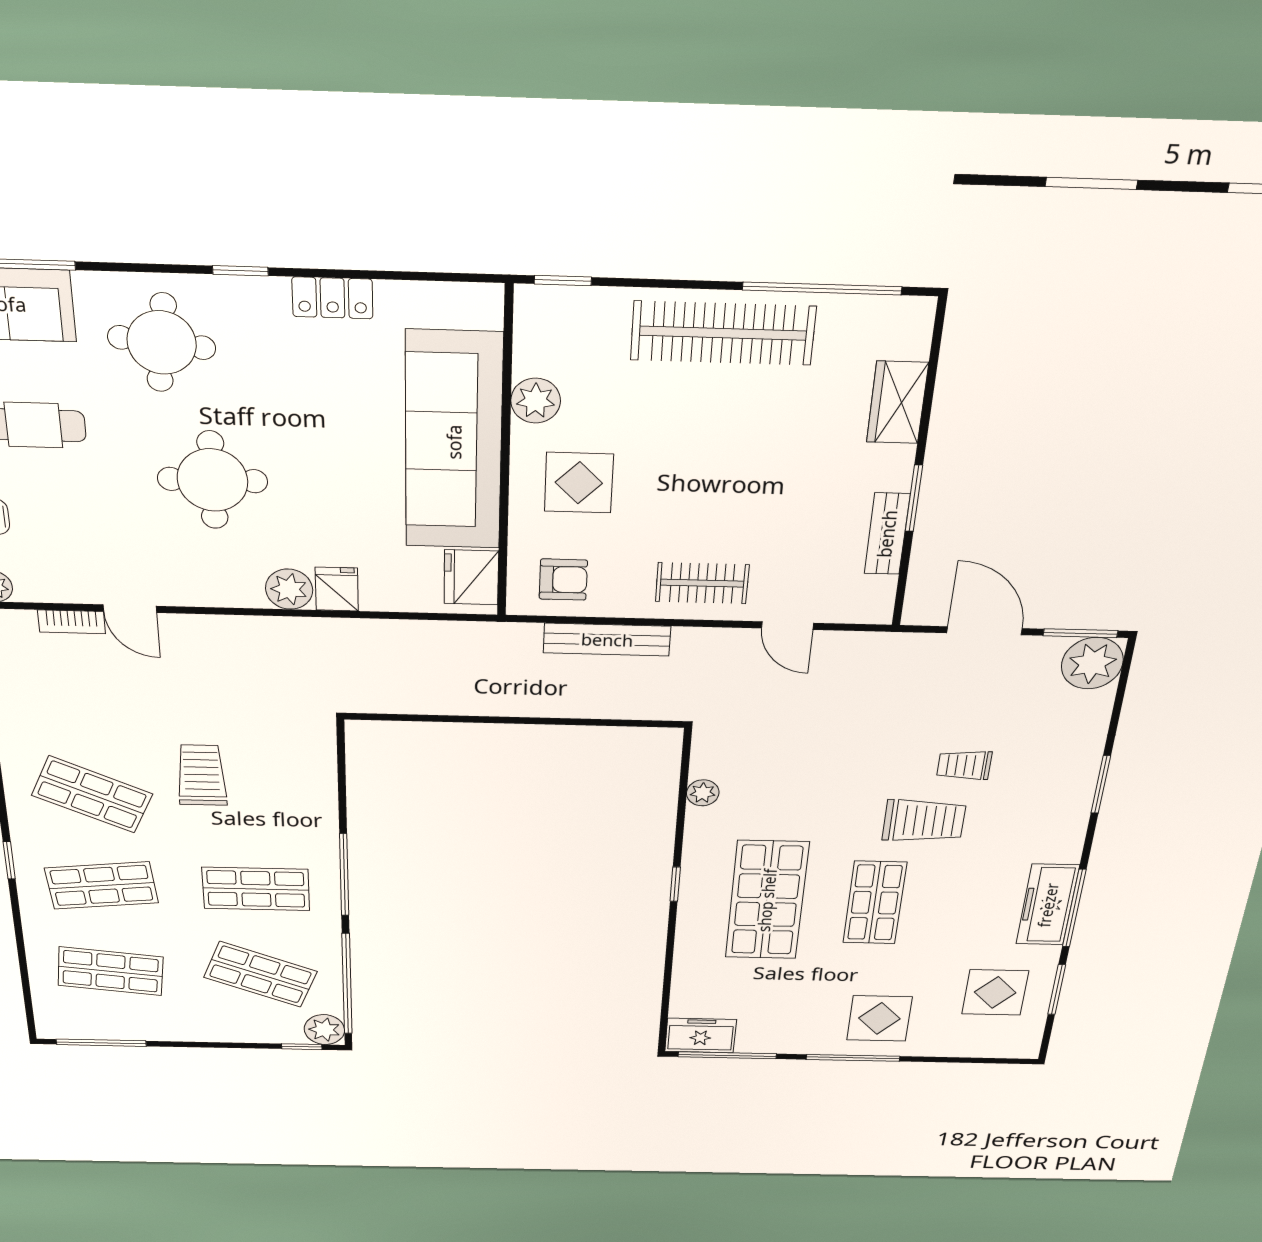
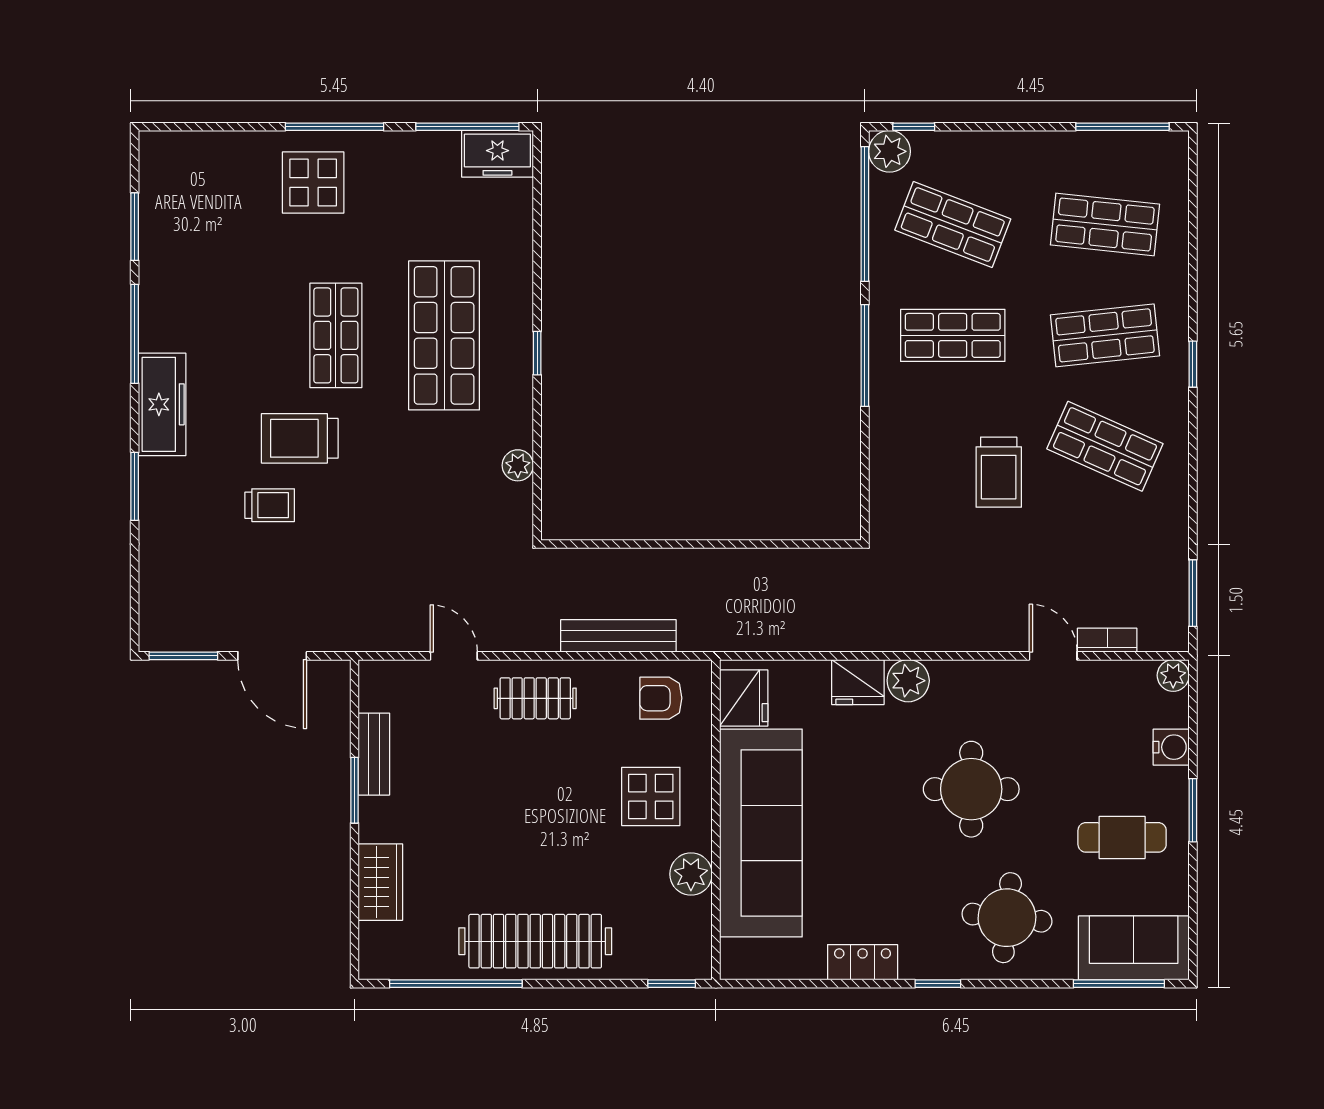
fridge: (337, 589) -> (858, 682), width x1.38
plant: (1092, 663) -> (167, 624), removed
freezer: (1048, 905) -> (162, 404), moved
display table: (995, 992) -> (198, 221), removed

